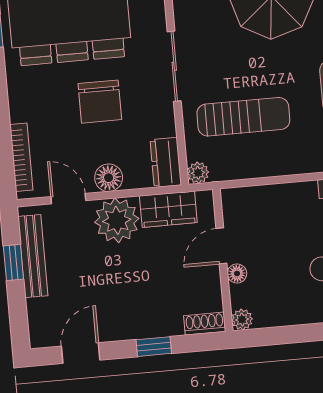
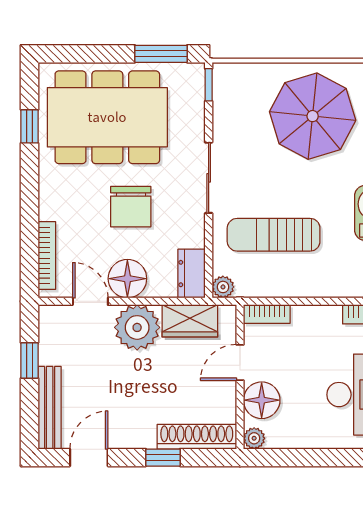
sun lounger: (243, 117) -> (274, 235), turned 180
floor lamp: (109, 178) -> (127, 279), width x1.38, depth x1.38
bookcase: (244, 196) -> (267, 314), added
bench: (33, 256) -> (50, 408), moved
floor lamp: (237, 274) -> (262, 400), width x1.89, depth x1.89
shoe rack: (205, 324) -> (197, 437), width x1.94, depth x1.24

